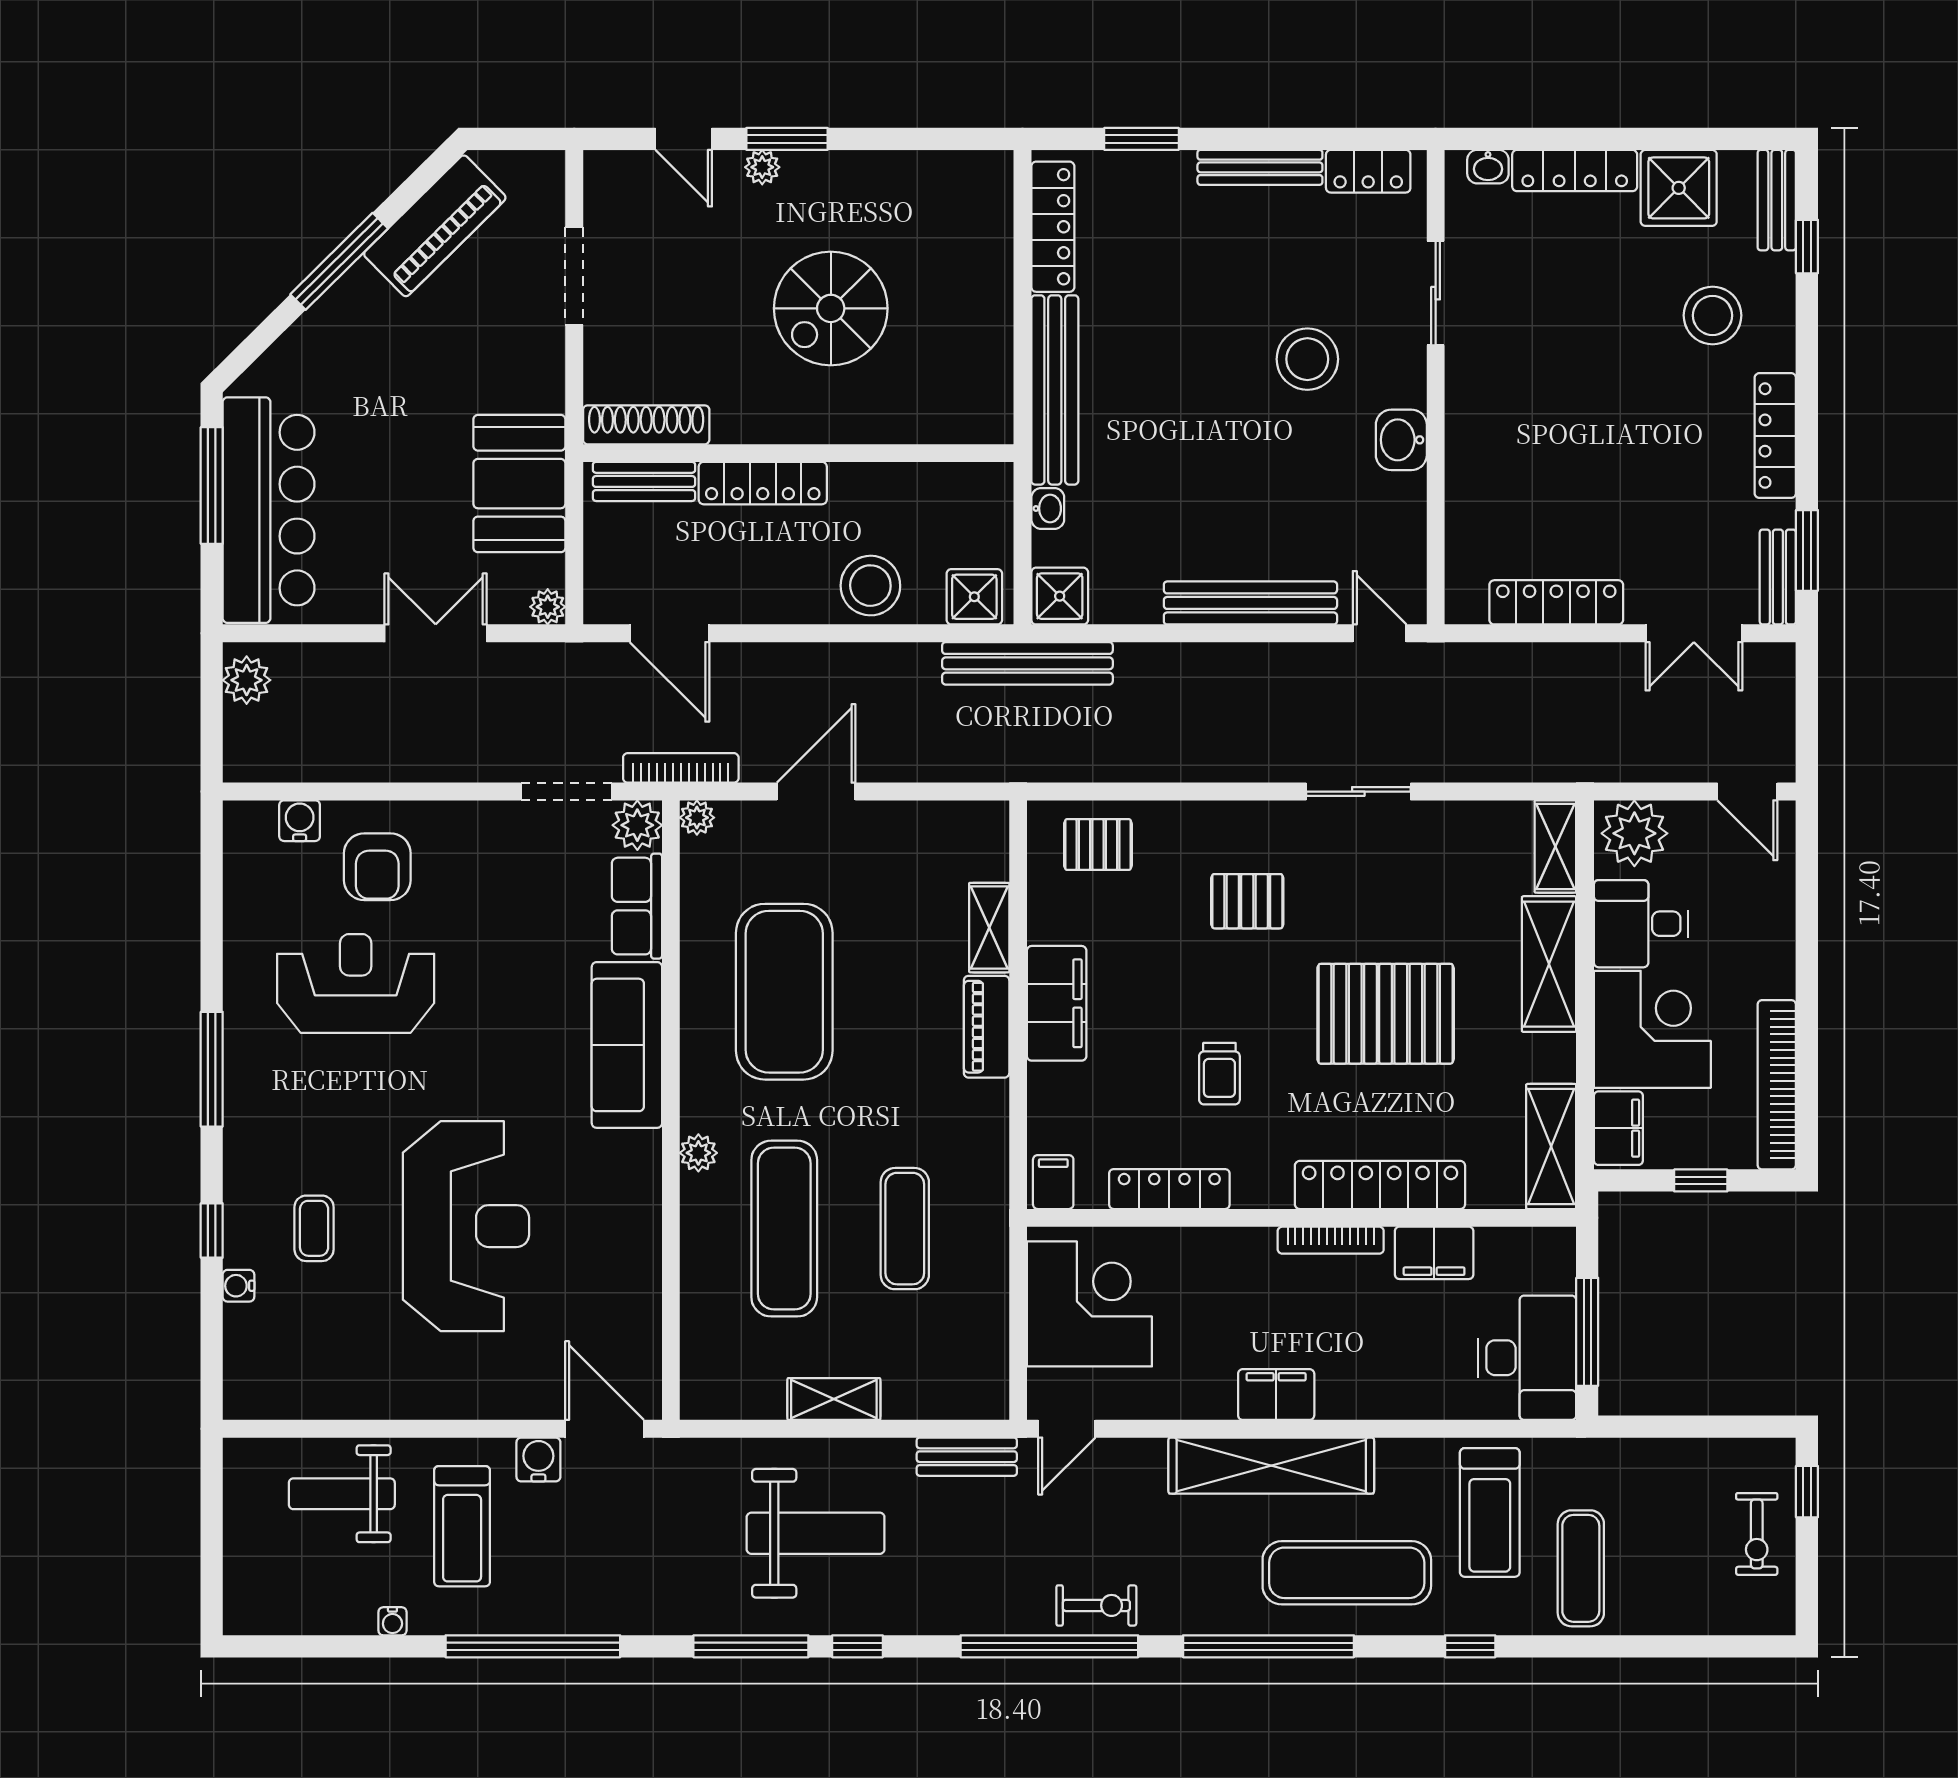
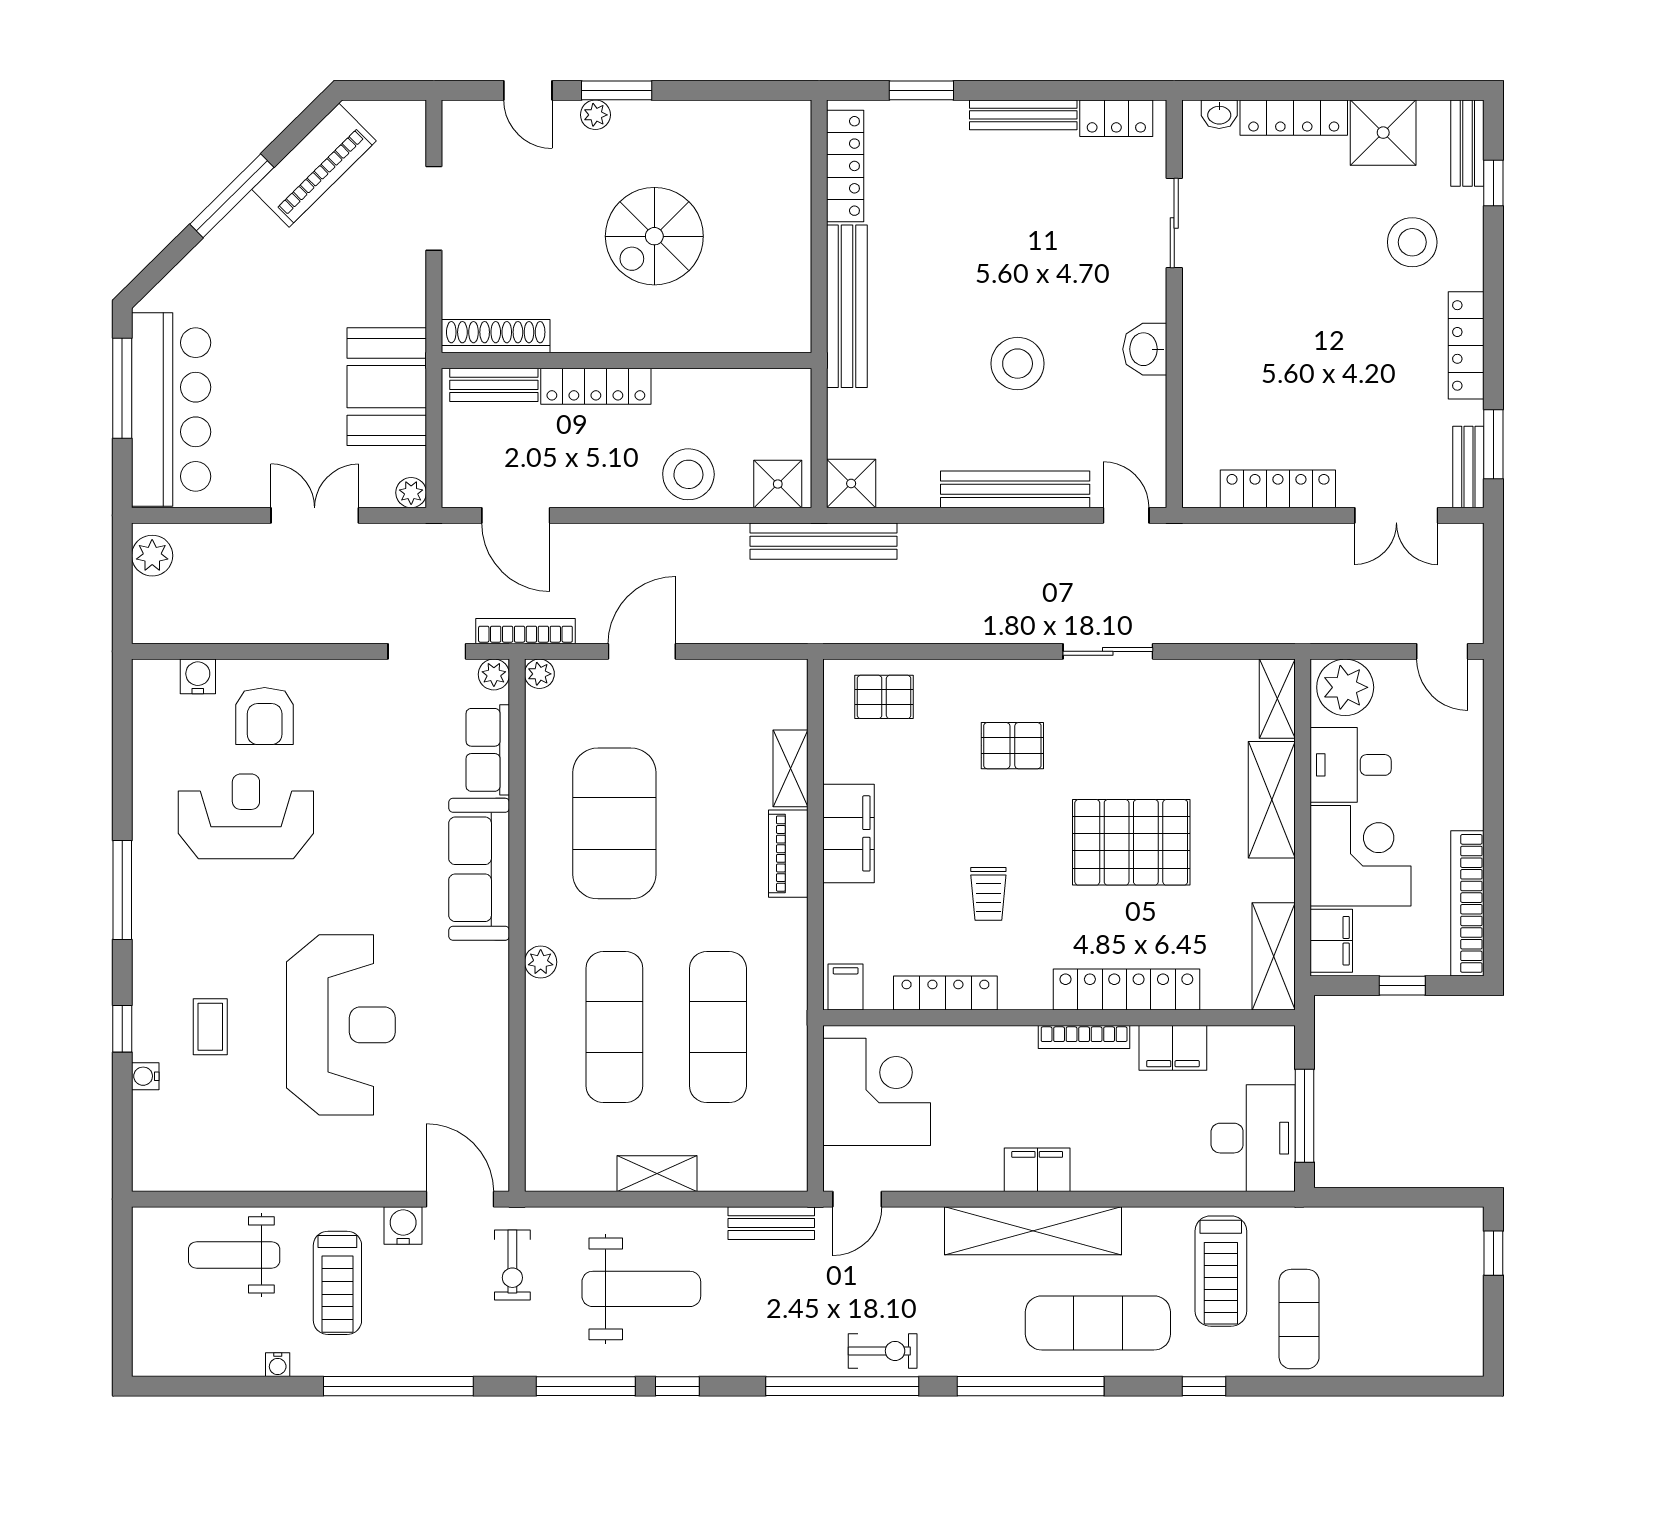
stool: (1307, 359) -> (1018, 364), moved
washbasin: (1048, 508) -> (841, 408), removed
plant: (637, 825) -> (494, 674), width x0.73, depth x0.73
exercise mat: (905, 1229) -> (718, 1027), width x1.36, depth x1.45
exercise bike: (1757, 1534) -> (512, 1265), moved

